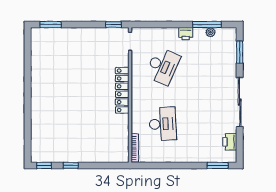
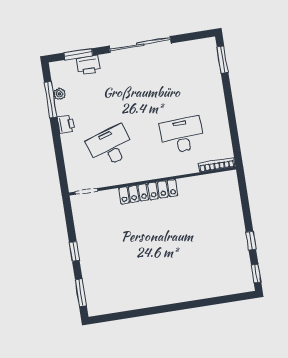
window: (113, 25) -> (74, 251), moved
desk: (163, 66) -> (110, 146), turned -42
printer: (230, 142) -> (88, 65), moved

